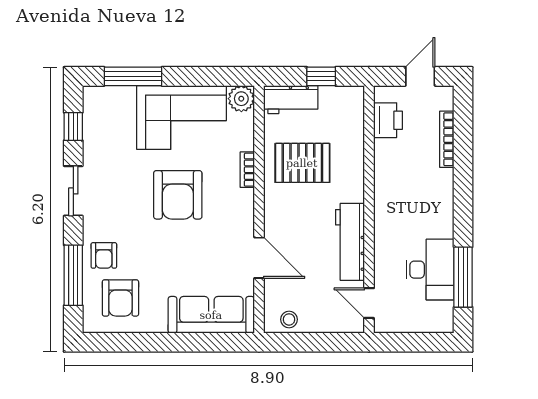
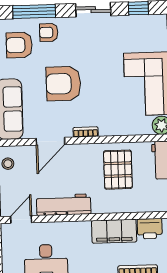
bookcase: (247, 170) -> (86, 132), moved
filing cabinet: (390, 171) -> (114, 231), added
armchair: (178, 195) -> (63, 84), moved

